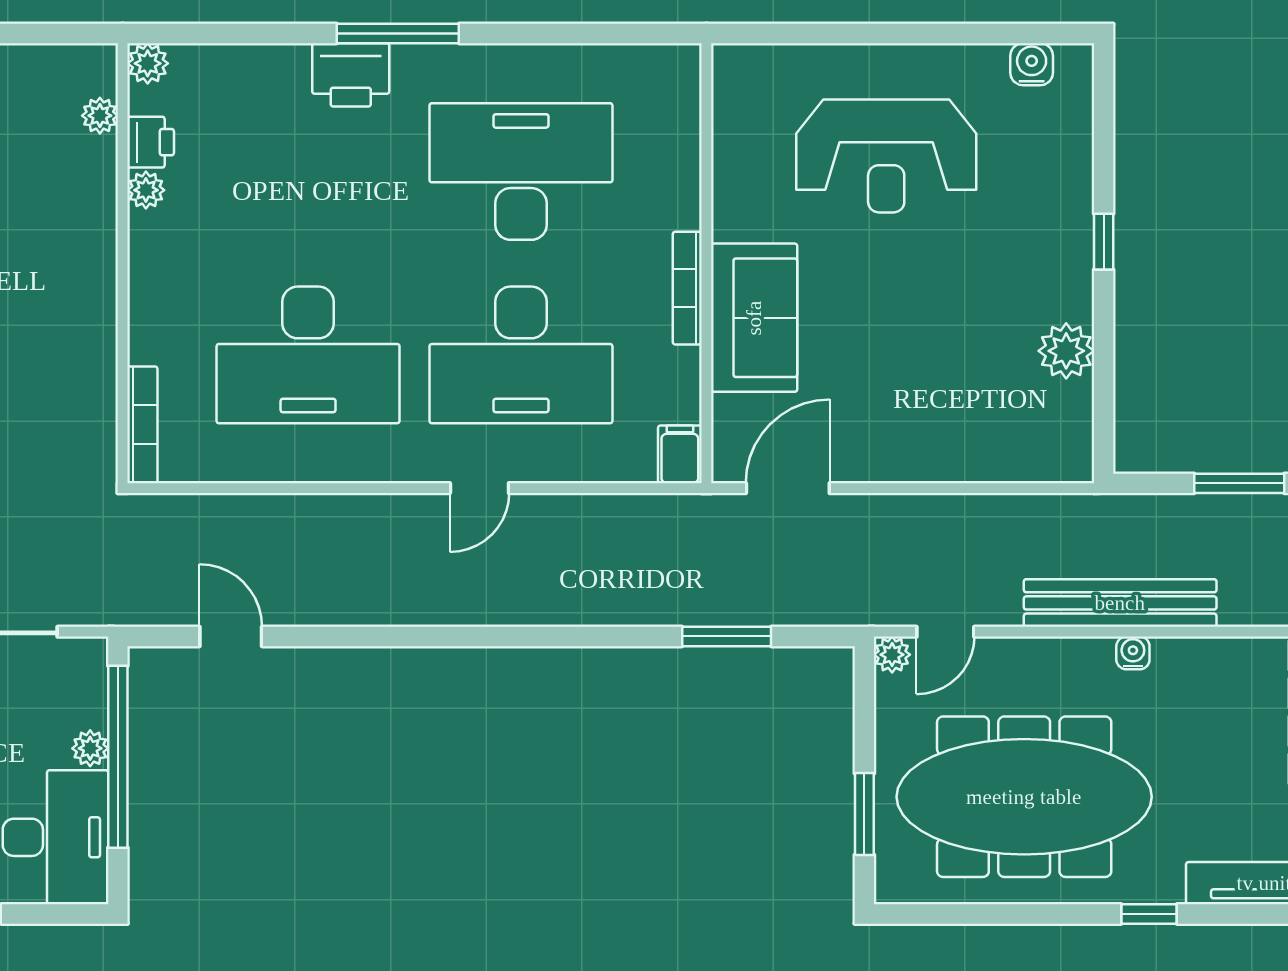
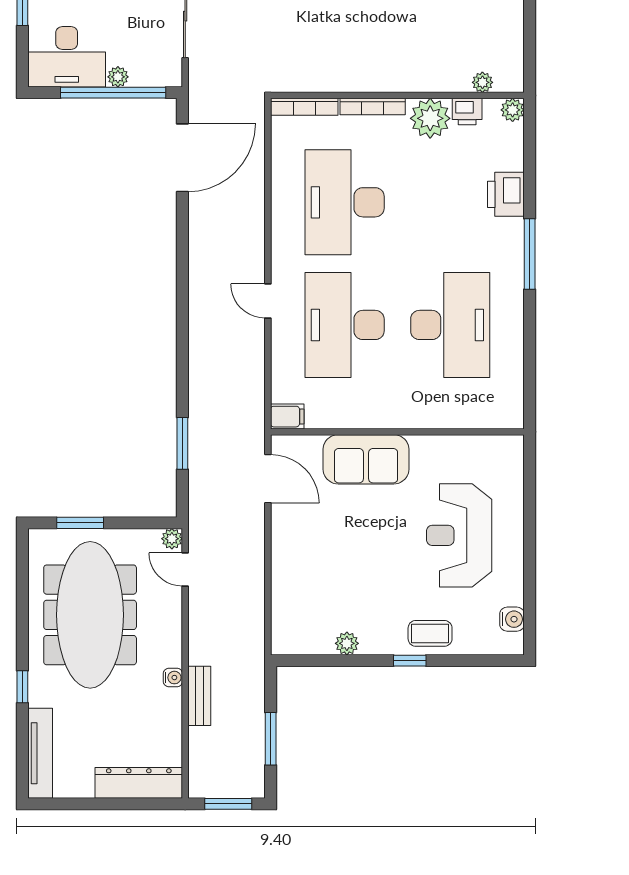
printer: (351, 75) -> (506, 194), moved
plant: (146, 190) -> (430, 118), width x1.88, depth x1.88
coffee table: (1056, 207) -> (430, 633), added
bookcase: (687, 288) -> (373, 107), moved, turned 180
plant: (1066, 351) -> (347, 643), width x0.73, depth x0.73
bench: (1120, 603) -> (199, 696), width x0.54, depth x0.82
door: (231, 636) -> (182, 158), width x1.88

